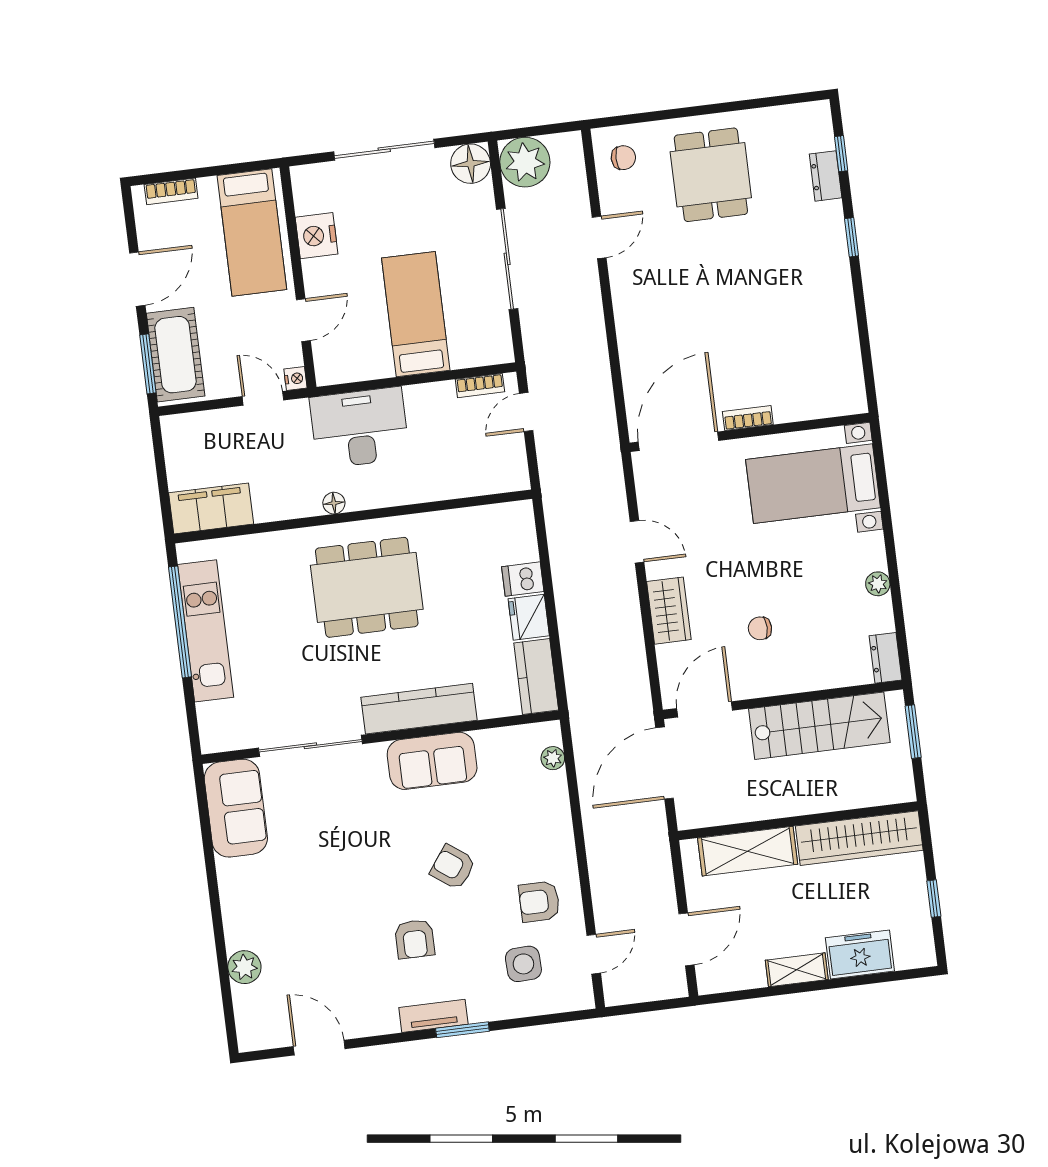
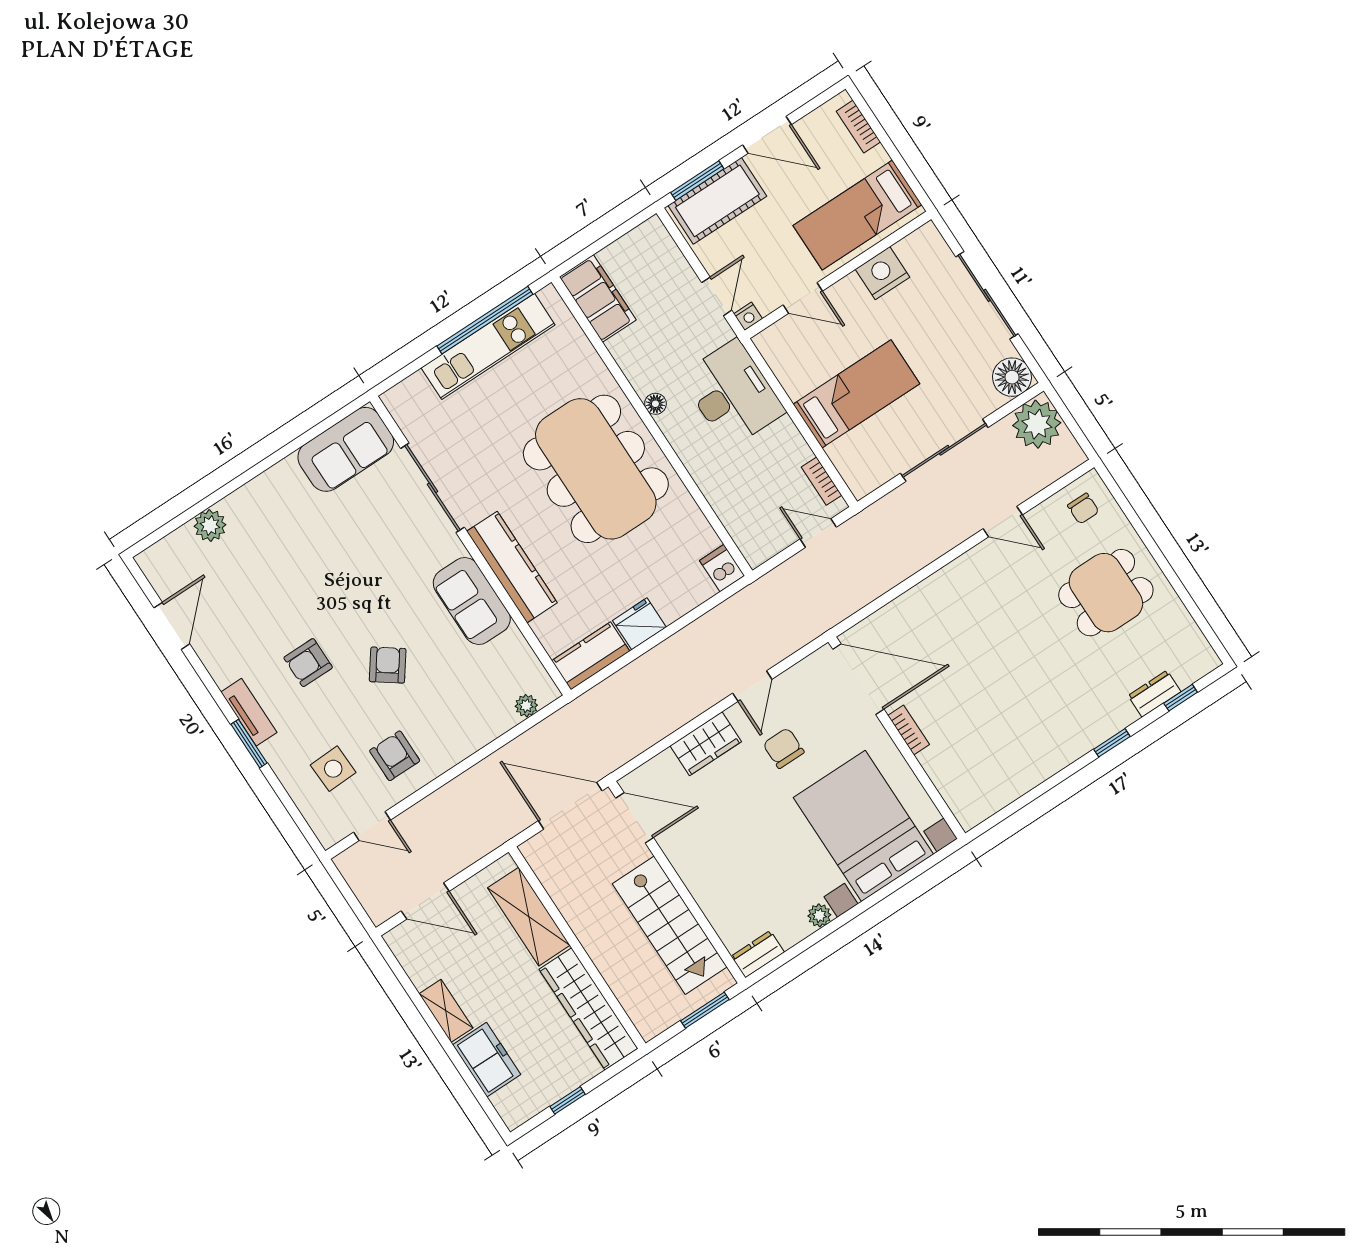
bed with nightstands: (813, 484) -> (863, 826), width x1.36
dishwasher: (523, 579) -> (722, 568), moved
dining table: (367, 587) -> (596, 469), width x1.36, depth x1.24
chair: (760, 628) -> (783, 748), moved, width x1.37, depth x1.37

